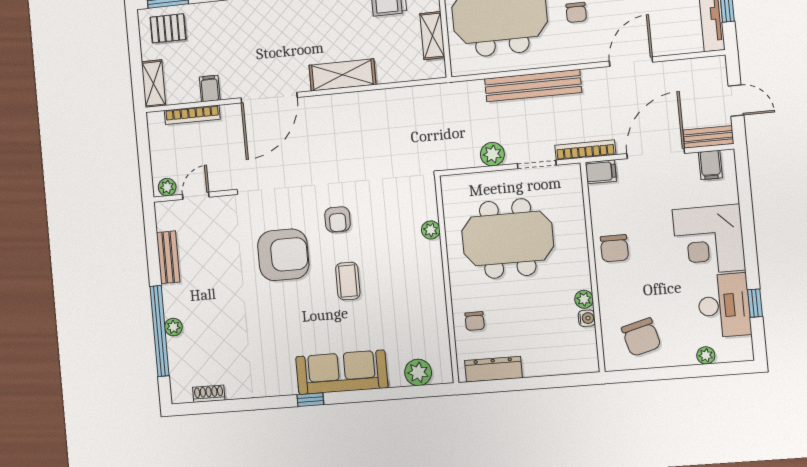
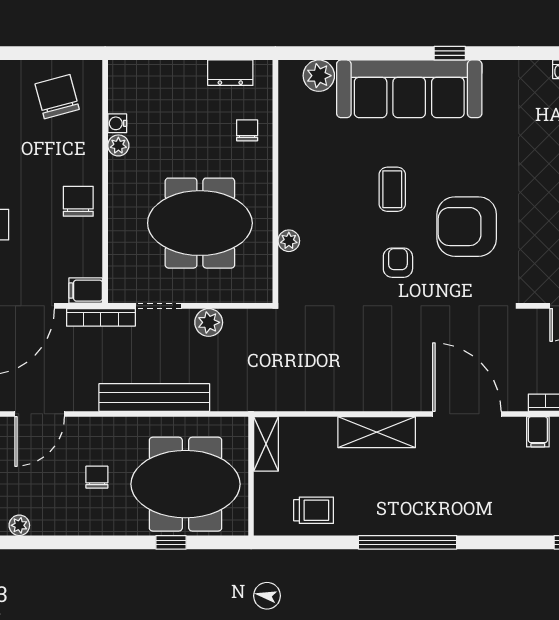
shelving: (432, 36) -> (266, 444), moved
door: (269, 98) -> (467, 414), hinge flipped
dresser: (493, 369) -> (230, 73), width x0.70
sofa: (342, 372) -> (409, 89), width x1.36, depth x1.27

